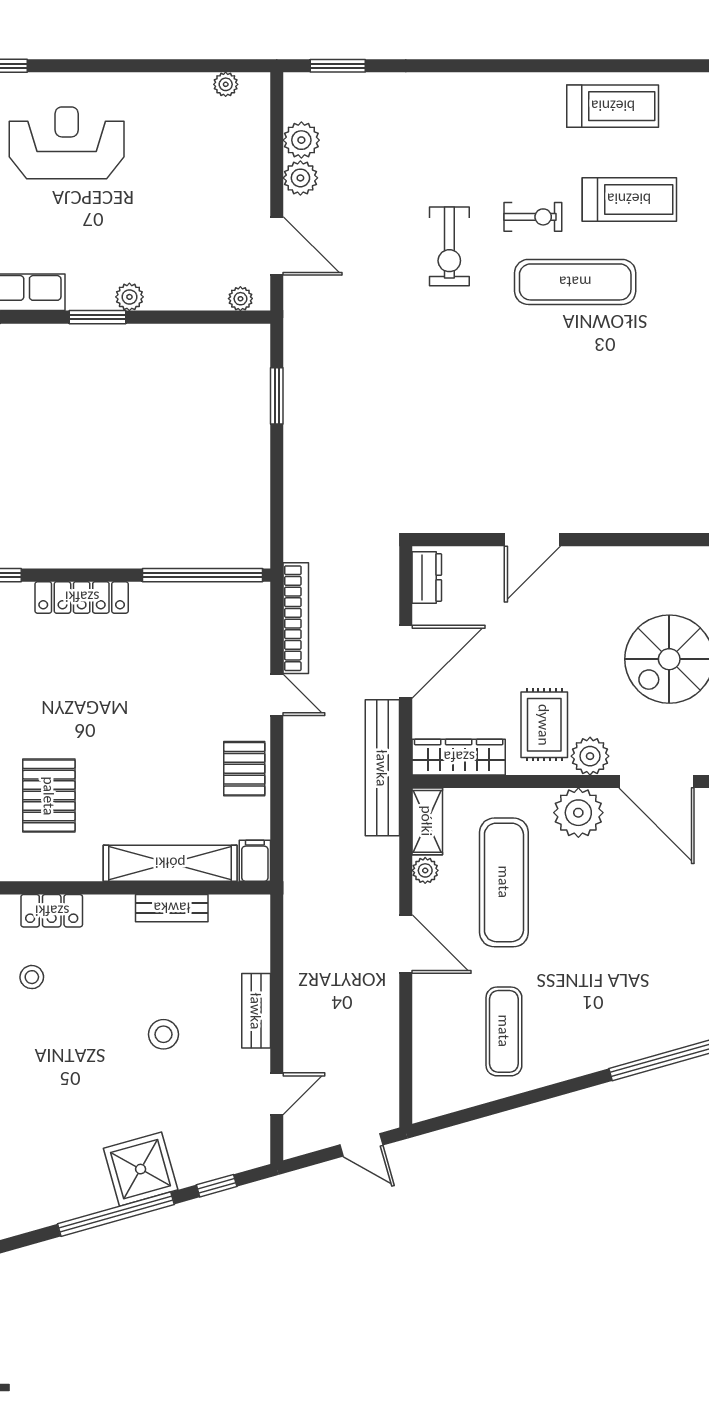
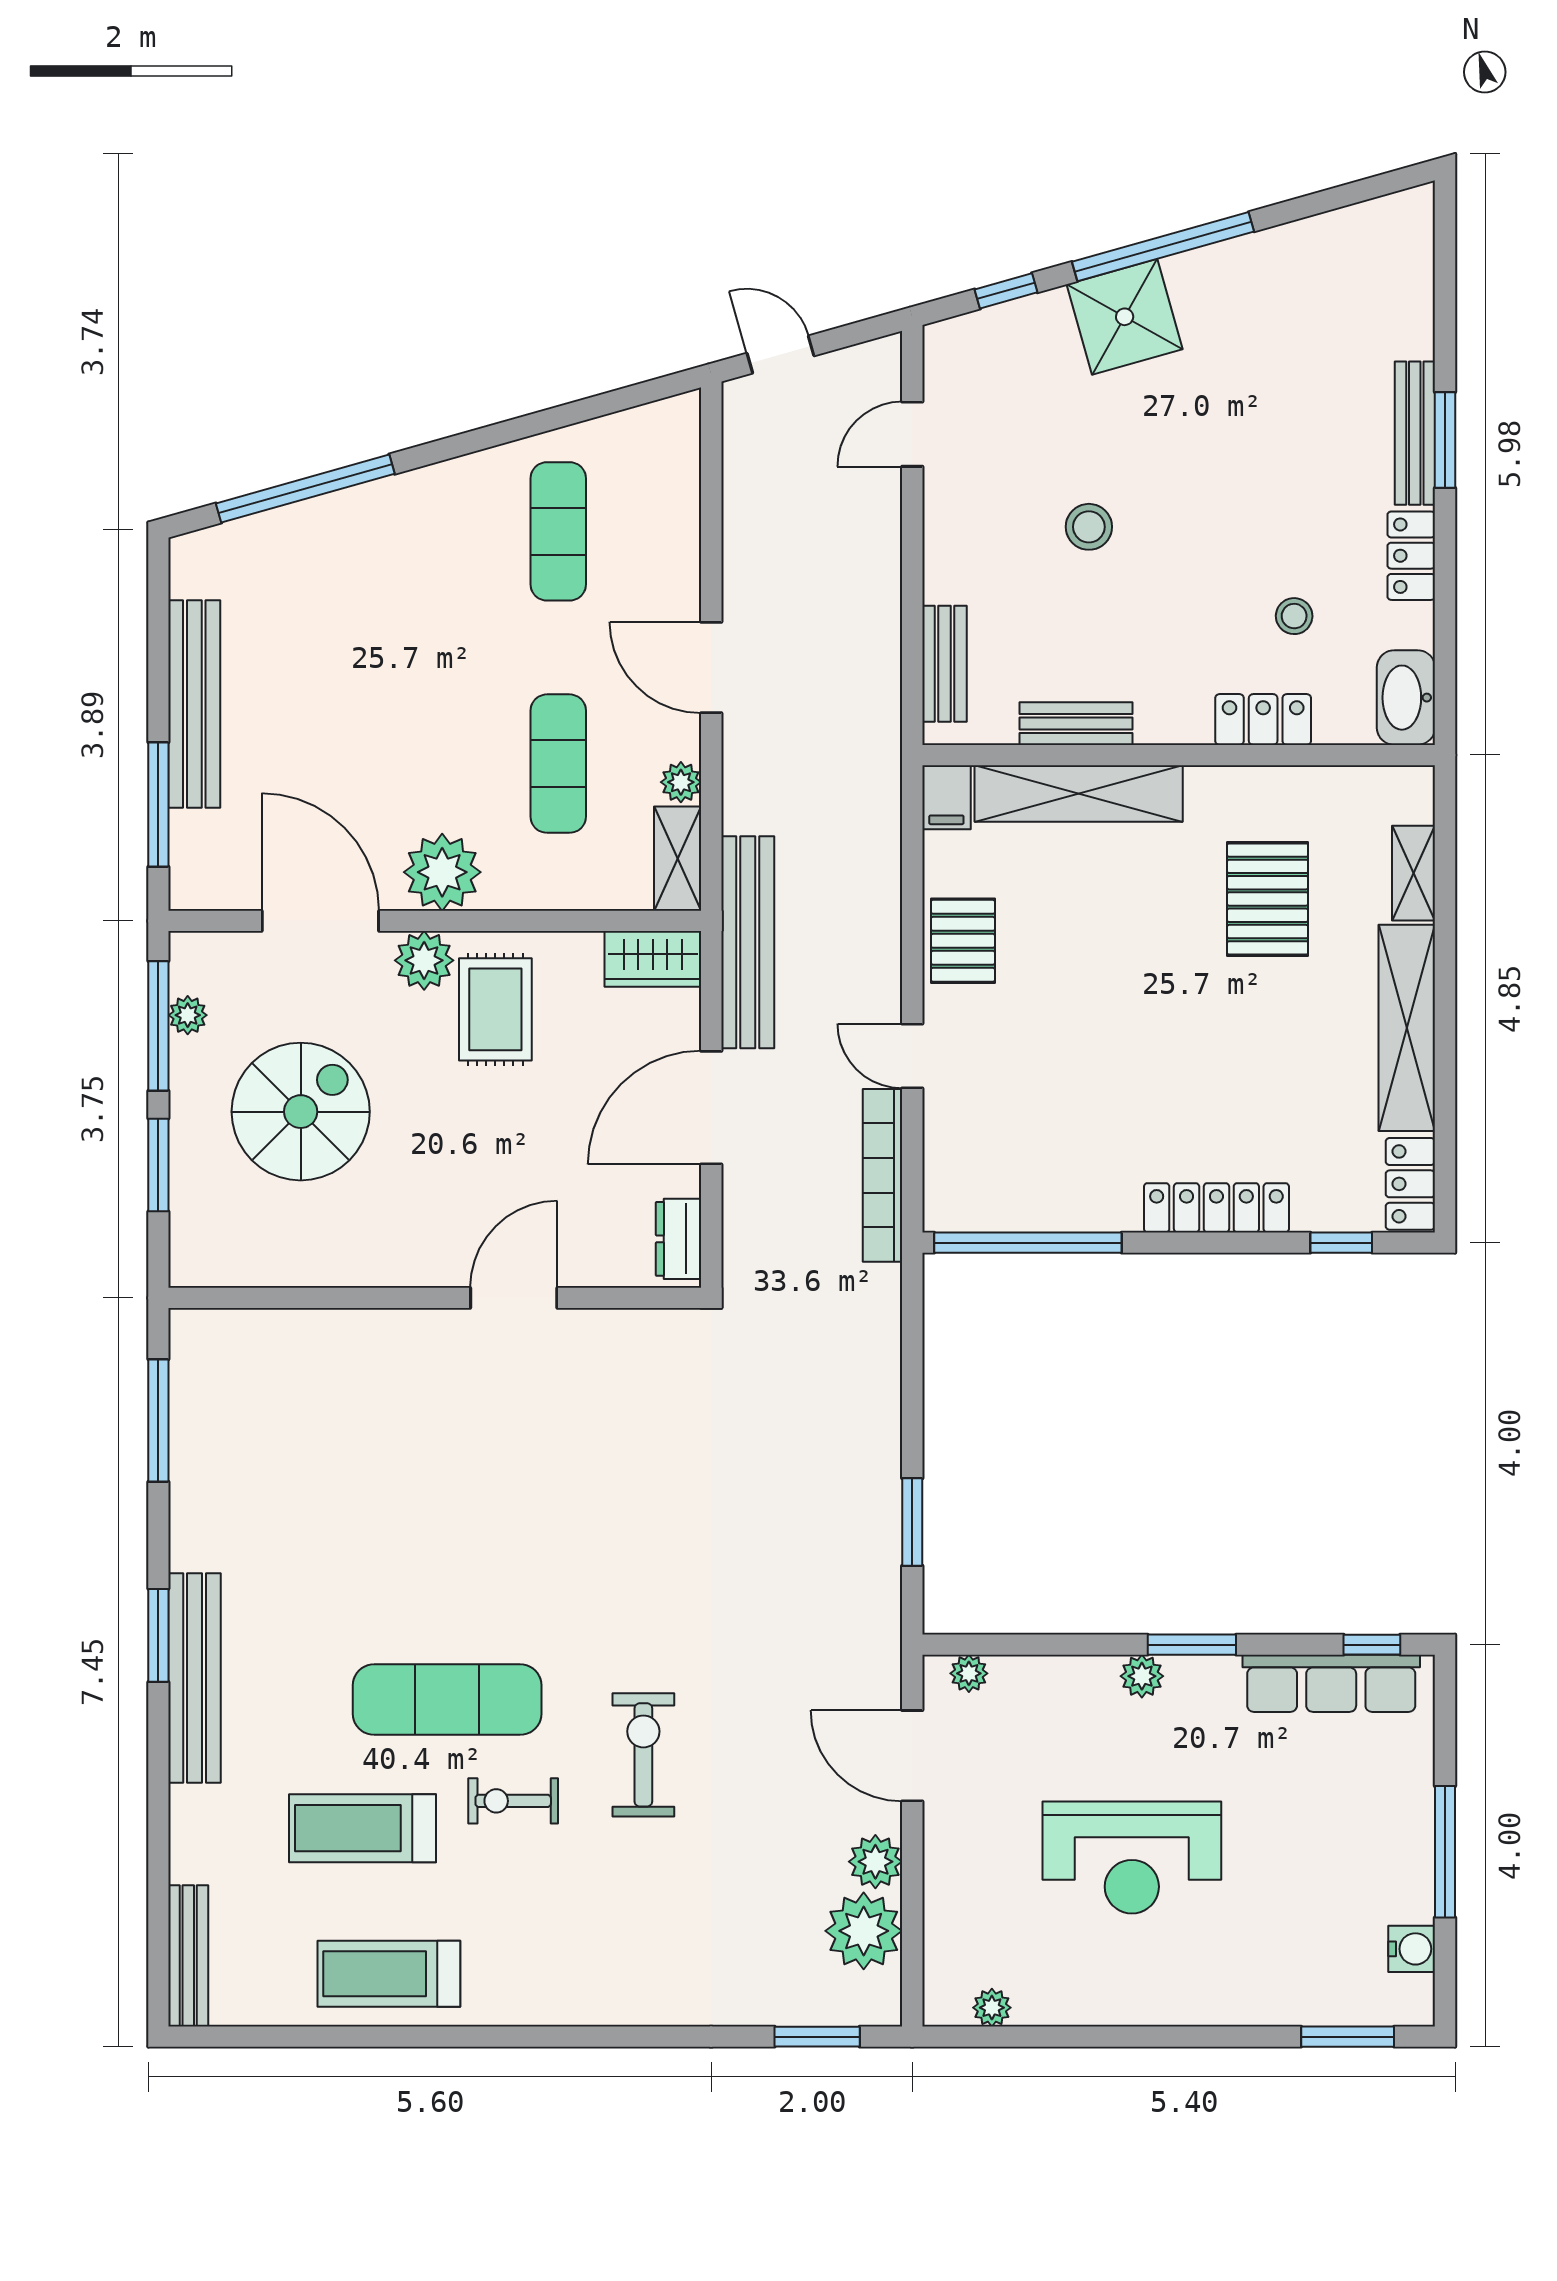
plant: (301, 140) -> (864, 1931), width x1.36, depth x1.36
reception desk: (67, 143) -> (1132, 1858), moved
wardrobe: (459, 757) -> (653, 959), width x0.67
exercise mat: (504, 882) -> (558, 764), width x0.73, depth x0.69
bench: (256, 1011) -> (945, 664), moved

